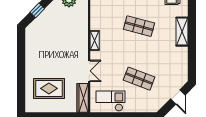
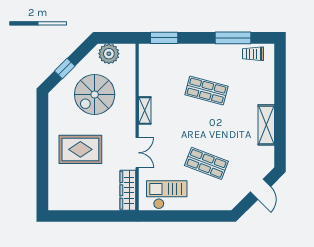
spiral stairs: (59, 29) -> (95, 94), added
shelving: (182, 32) -> (266, 125), moved
rug: (49, 88) -> (80, 149), moved

